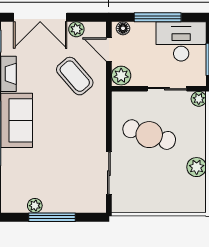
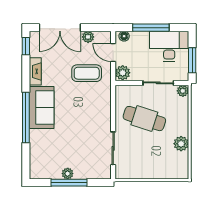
coffee table: (75, 76) -> (87, 73), turned -49
plant: (35, 206) -> (68, 174), moved

